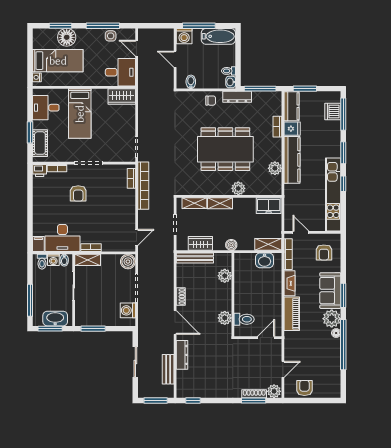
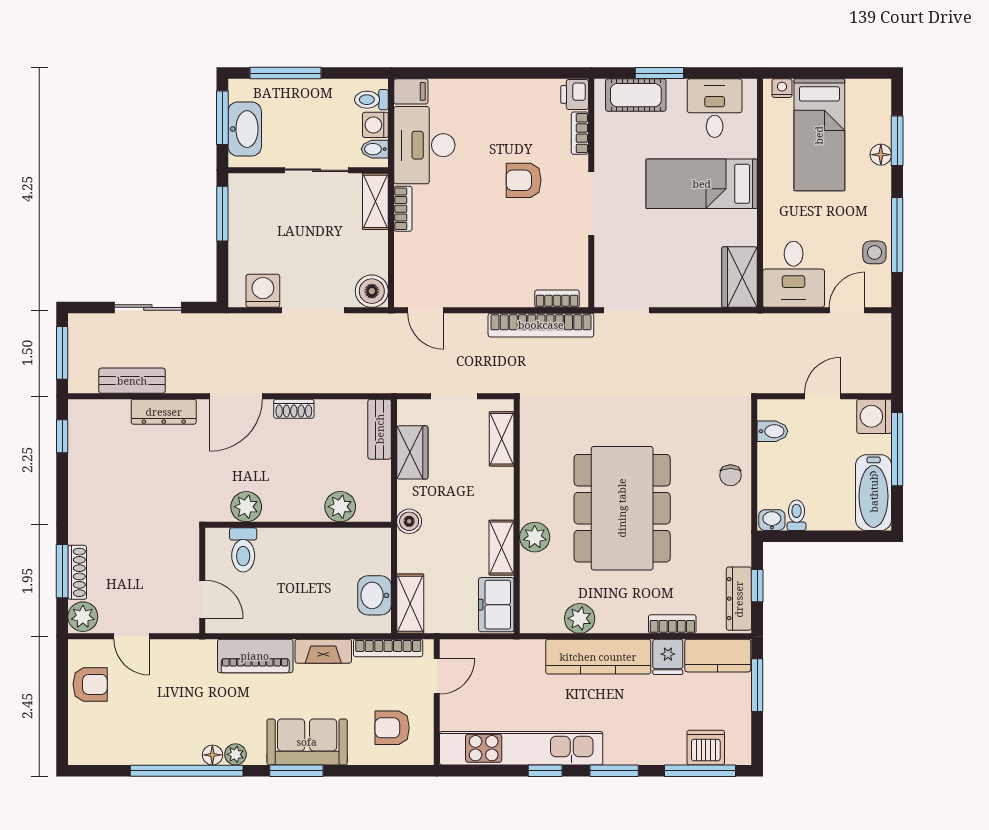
floor lamp: (67, 37) -> (881, 155), width x0.53, depth x0.53
window: (260, 89) -> (757, 586), width x0.46
dresser: (237, 97) -> (739, 599), moved
shelving: (220, 203) -> (502, 548), moved
bench: (195, 258) -> (380, 429), width x0.73
plant: (332, 319) -> (235, 754), width x0.53, depth x0.53

